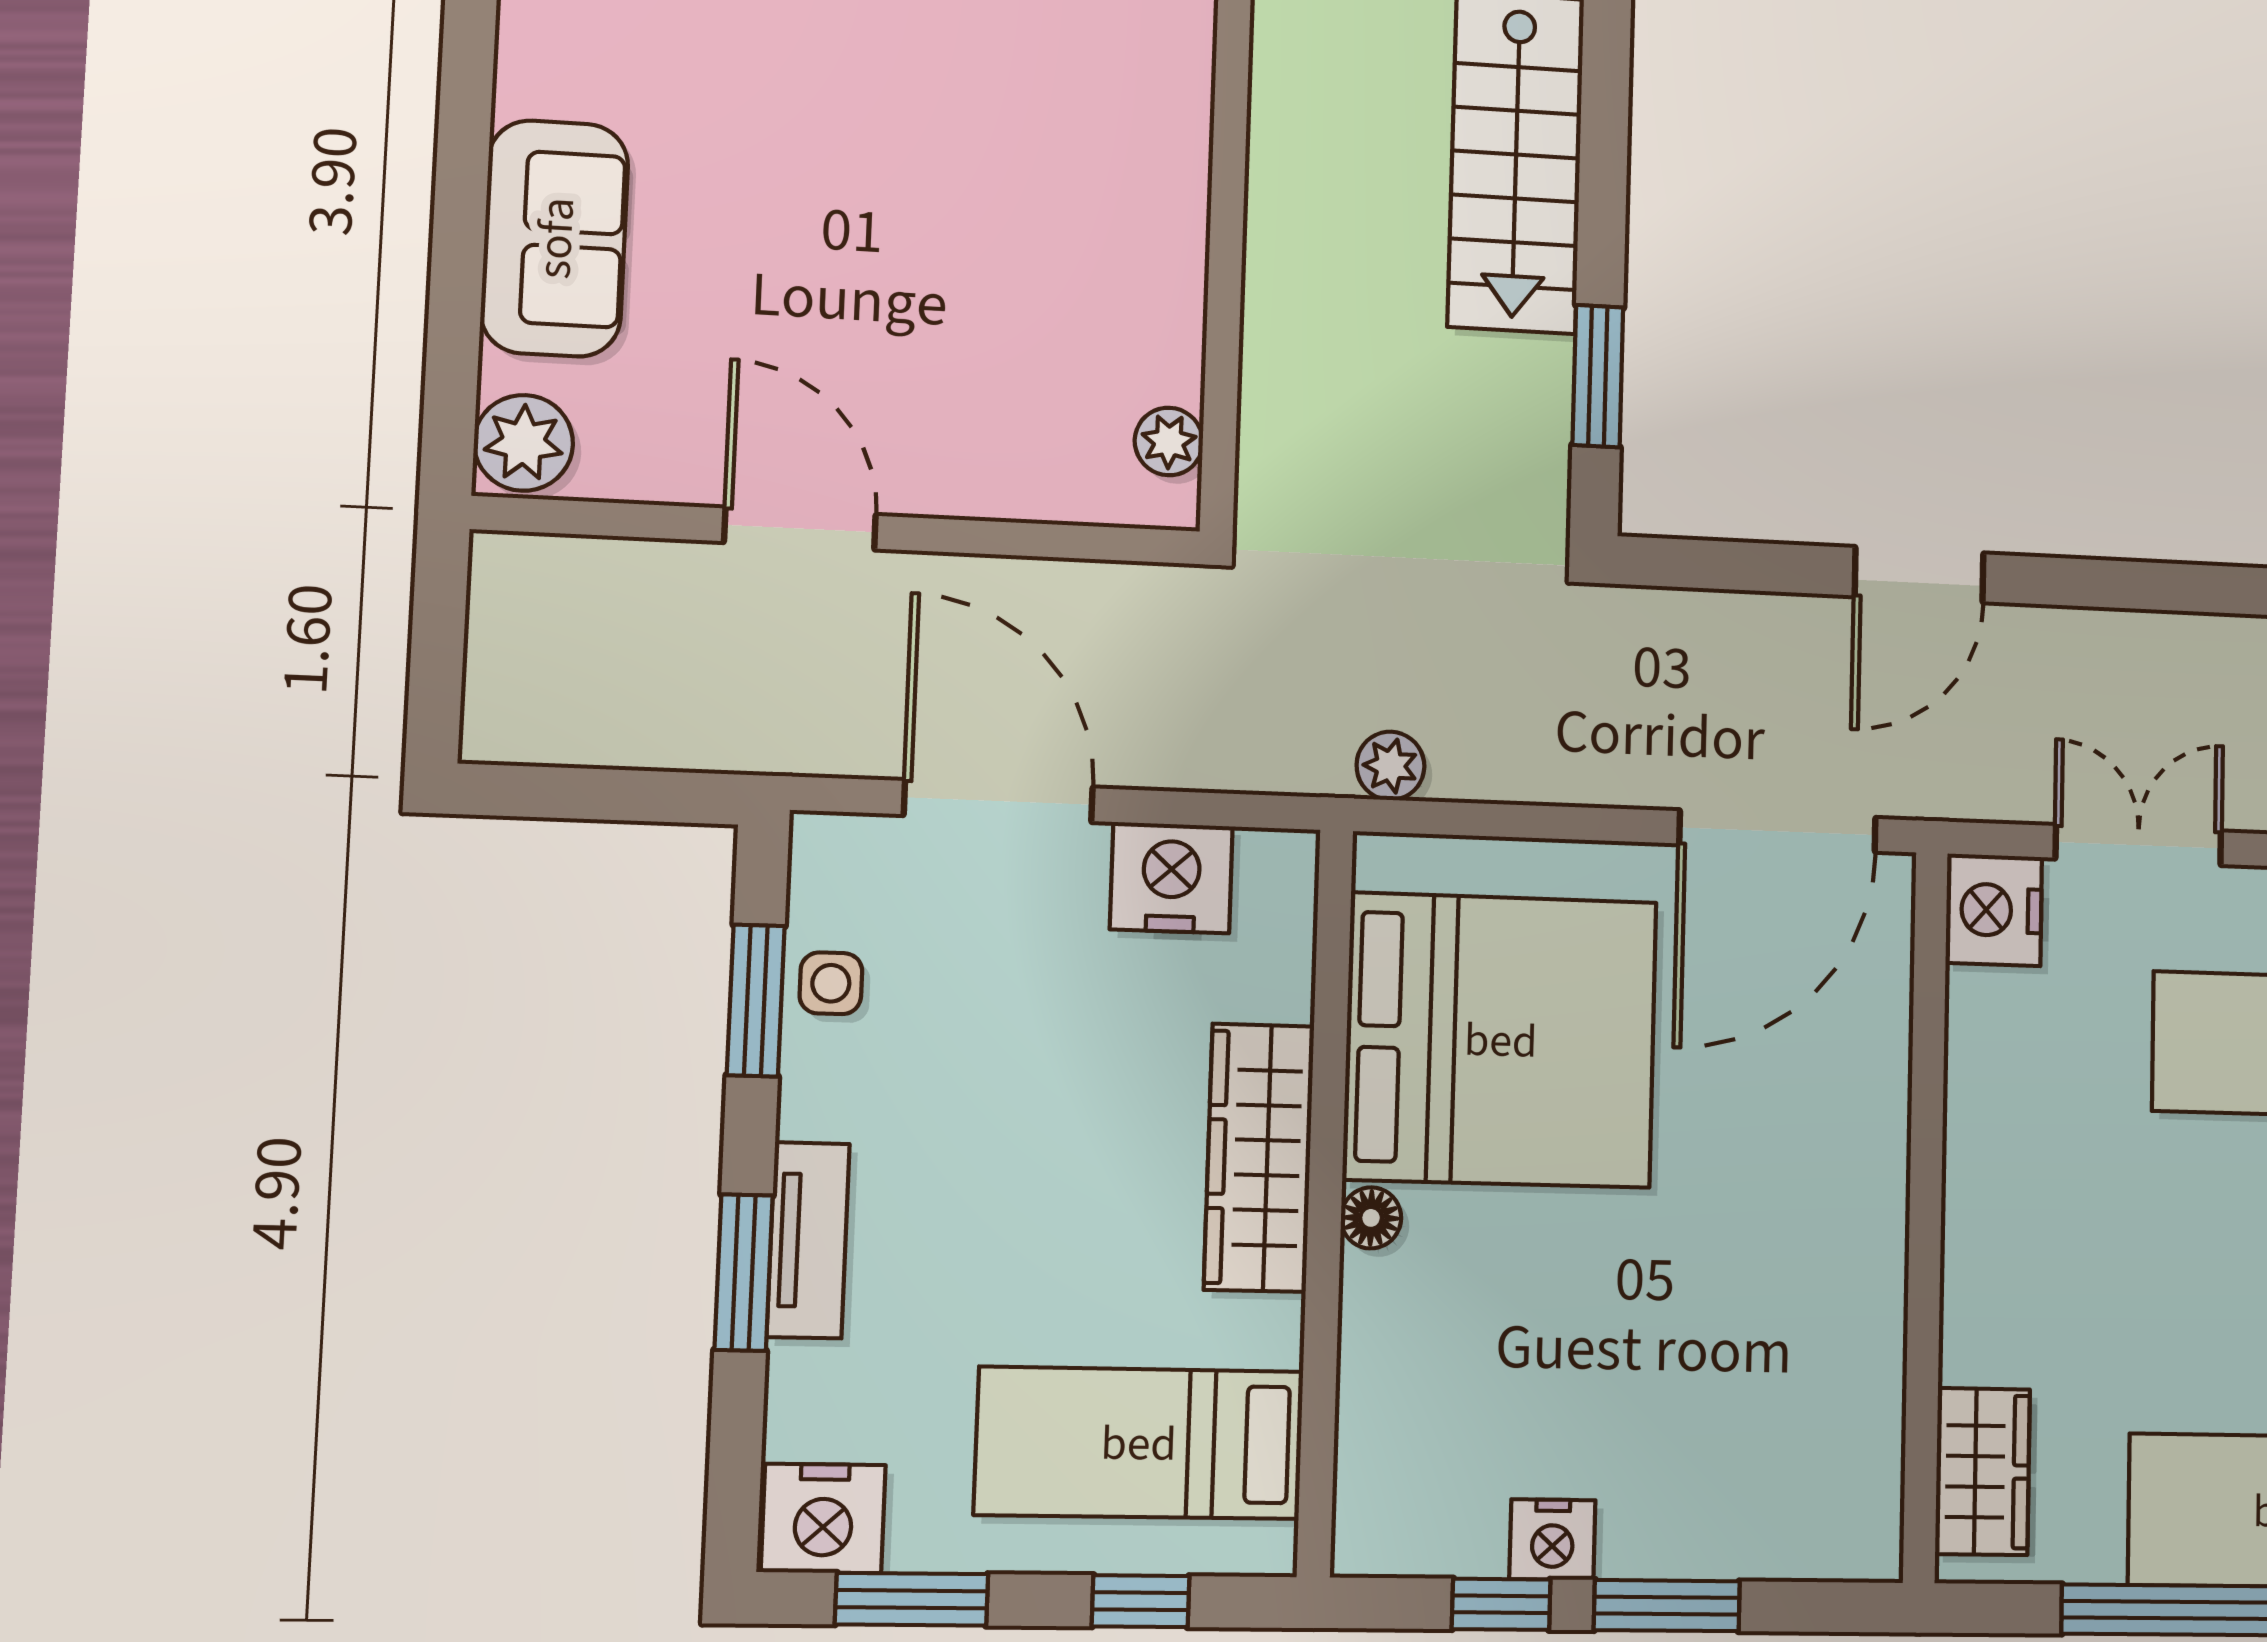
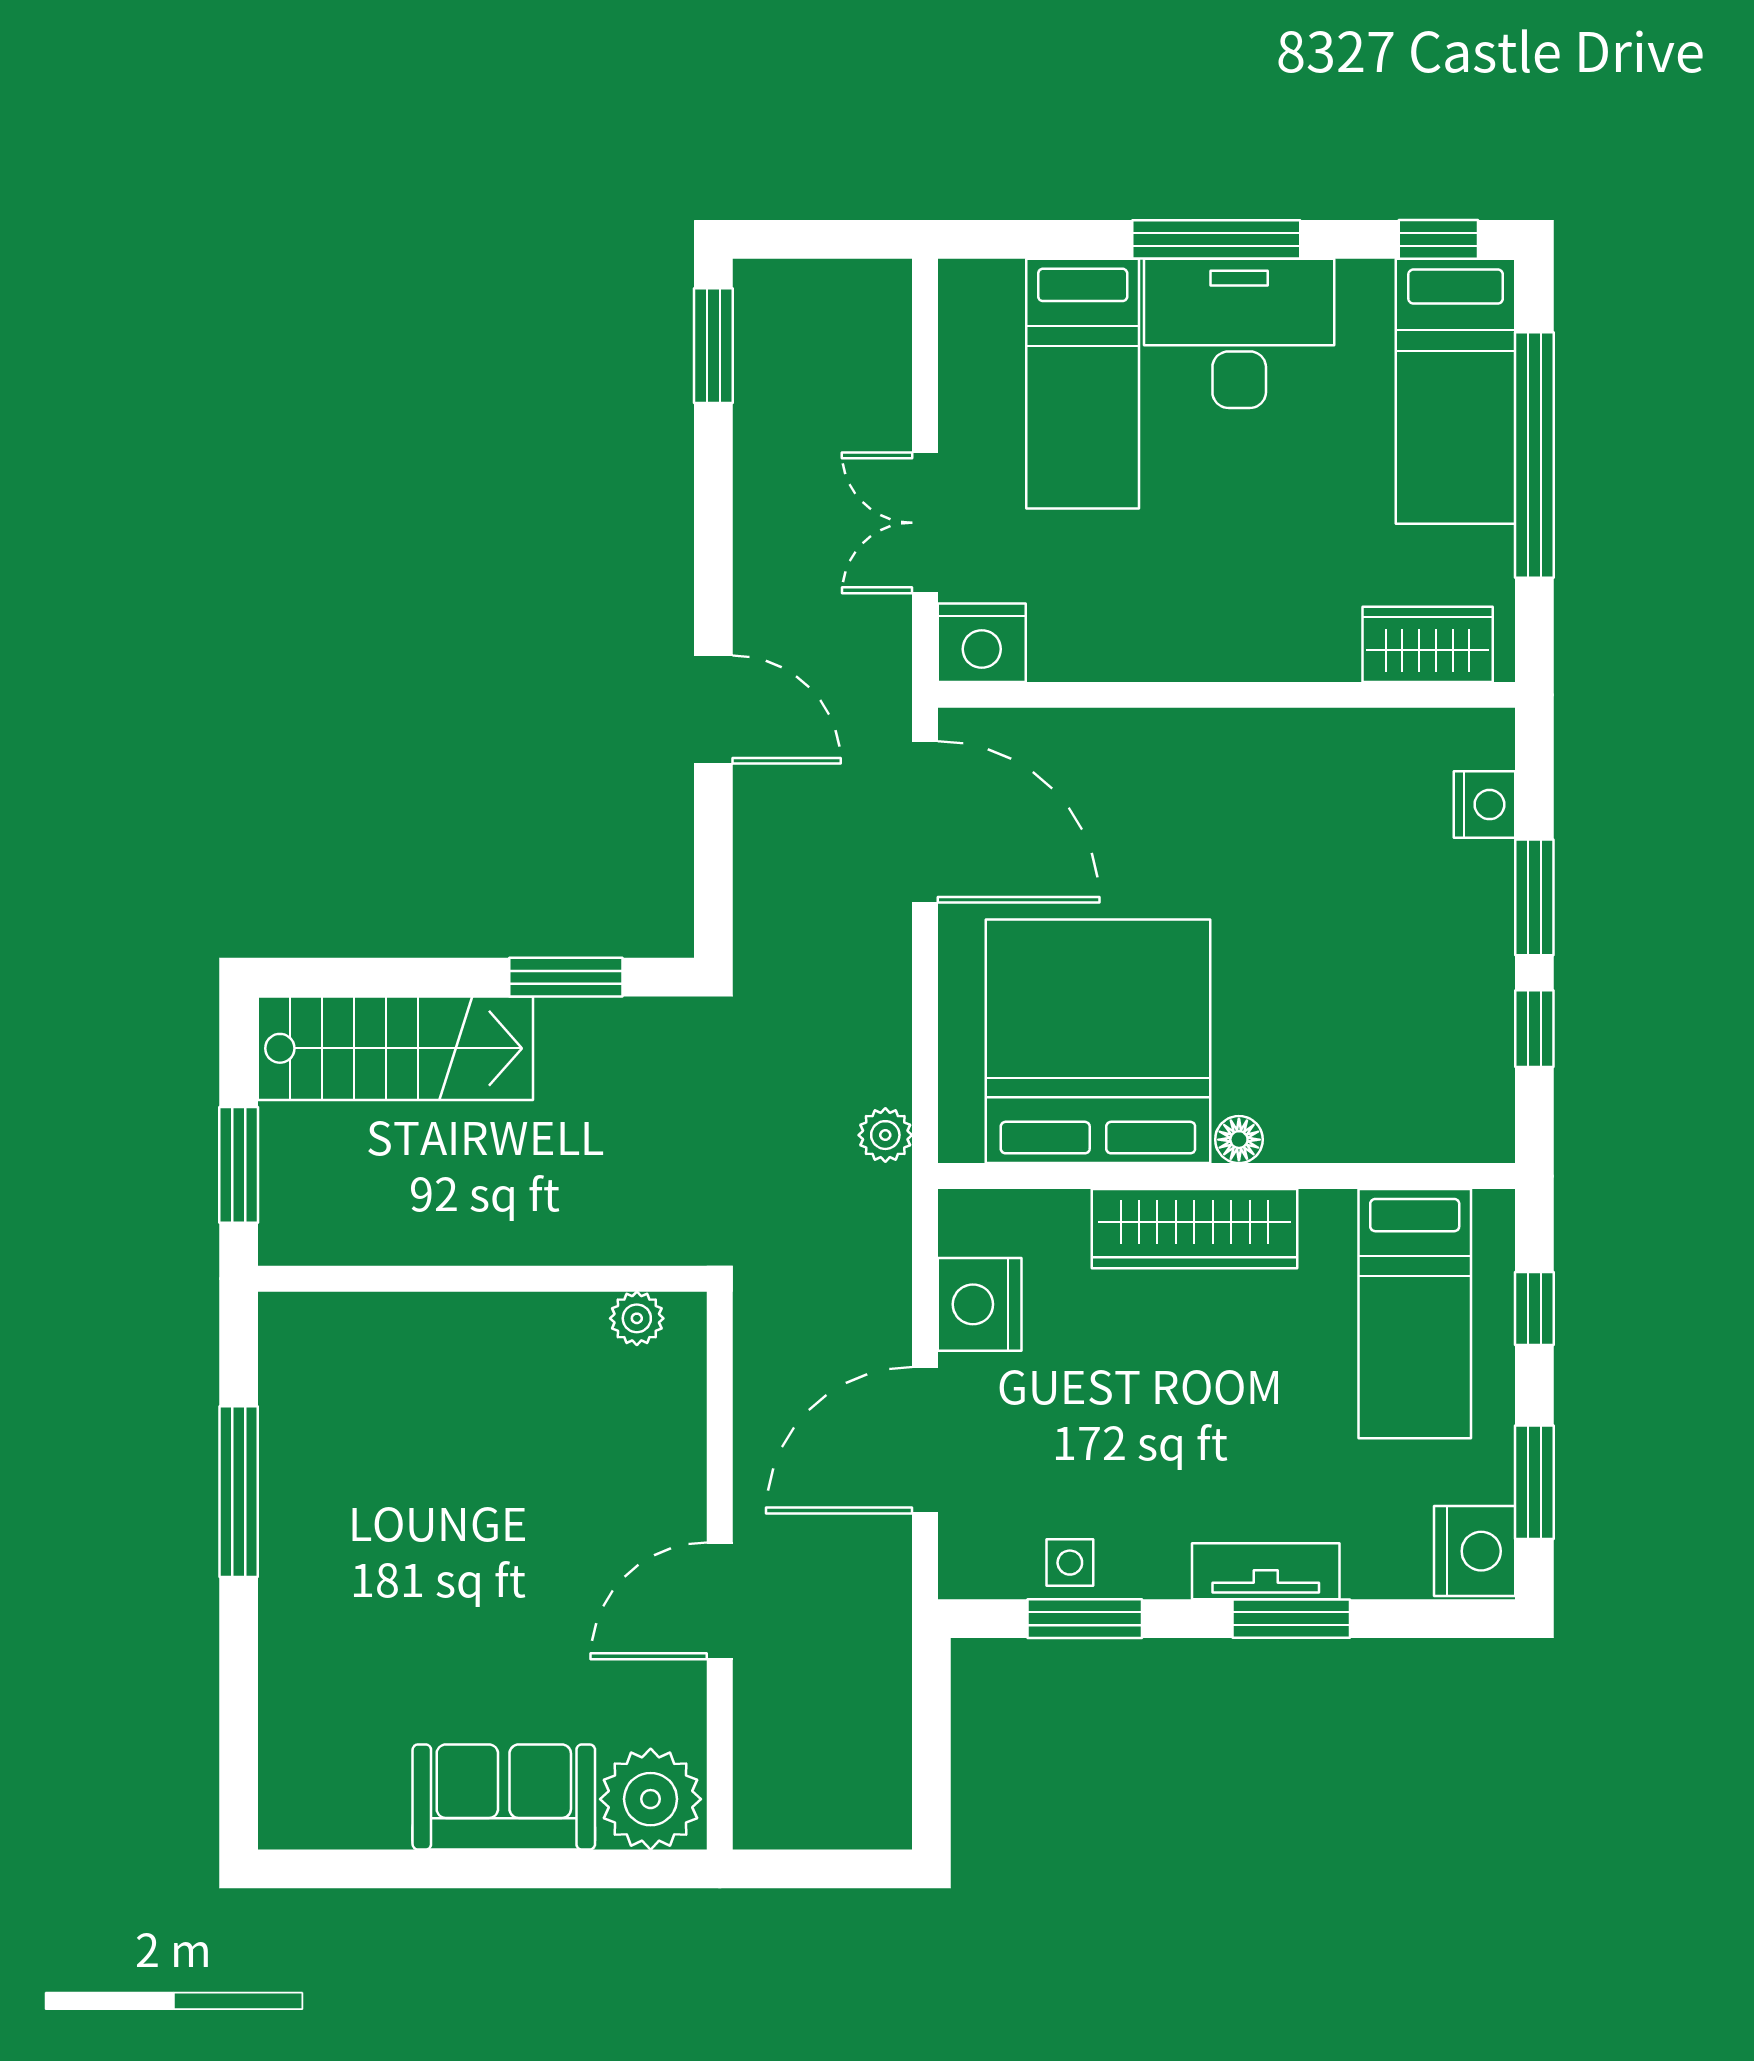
plant: (524, 443) -> (651, 1799), width x1.36, depth x1.36
nightstand: (1552, 1540) -> (1485, 805), moved

